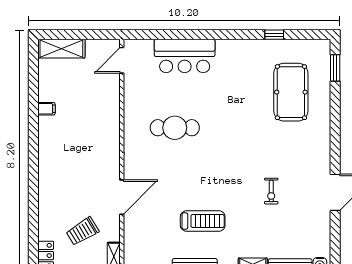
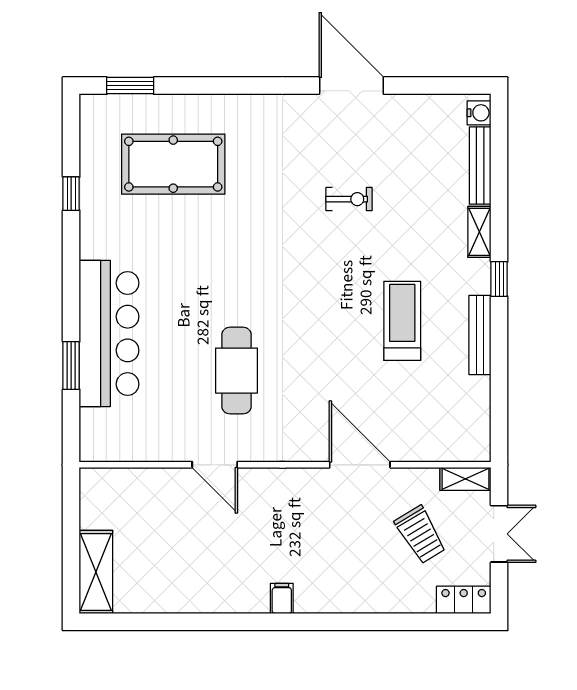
window: (178, 35) -> (71, 365), added
bar counter: (185, 56) -> (109, 334), width x1.36
door: (122, 60) -> (215, 465), moved
filing cabinet: (46, 109) -> (282, 599), moved

